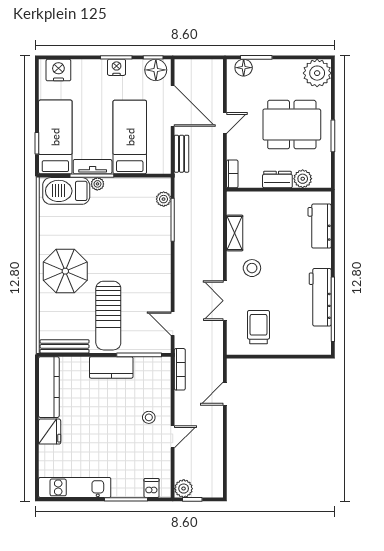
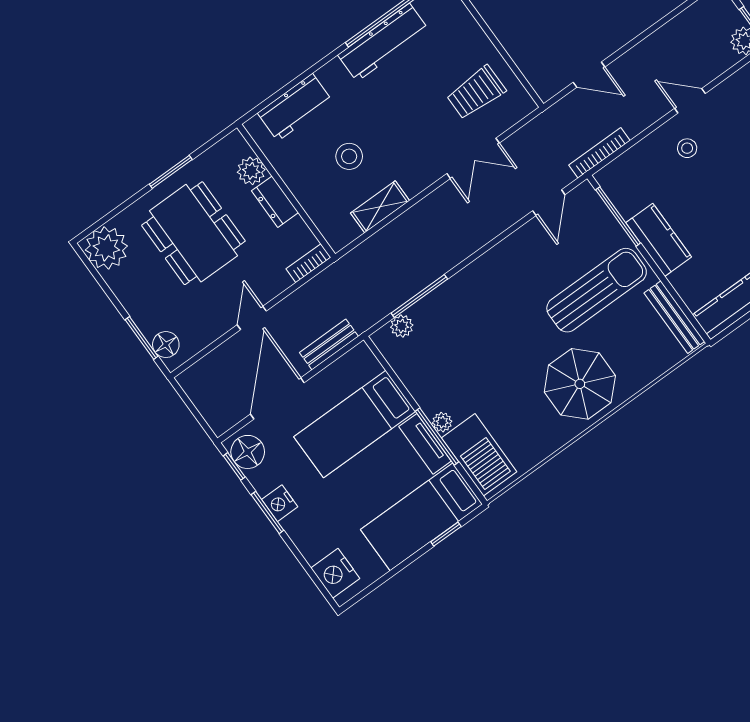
door: (225, 123) -> (252, 318), hinge flipped
stool: (252, 268) -> (349, 156), moved

